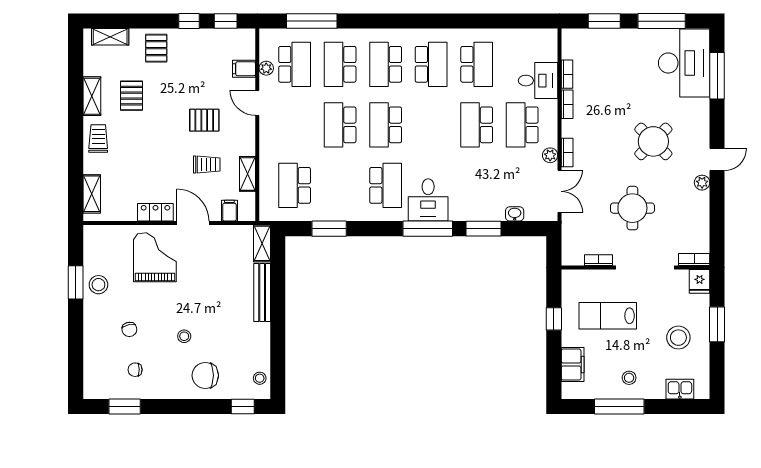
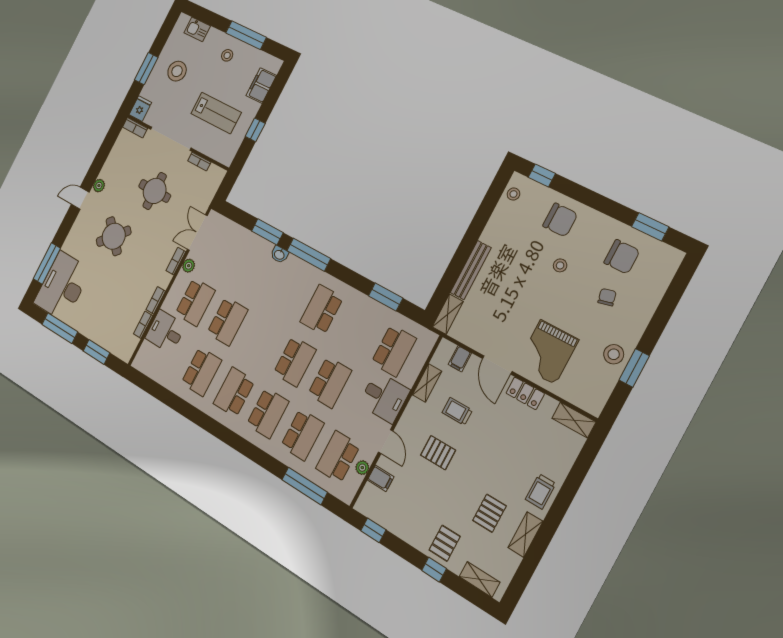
window: (189, 21) -> (434, 569), moved
school desk: (477, 64) -> (201, 372), turned 180
shelving: (92, 194) -> (574, 420), moved, turned 90
desk: (428, 200) -> (384, 397), moved, turned 90
washbasin: (515, 214) -> (279, 254), moved
chair: (135, 370) -> (622, 257), width x1.87, depth x1.87

